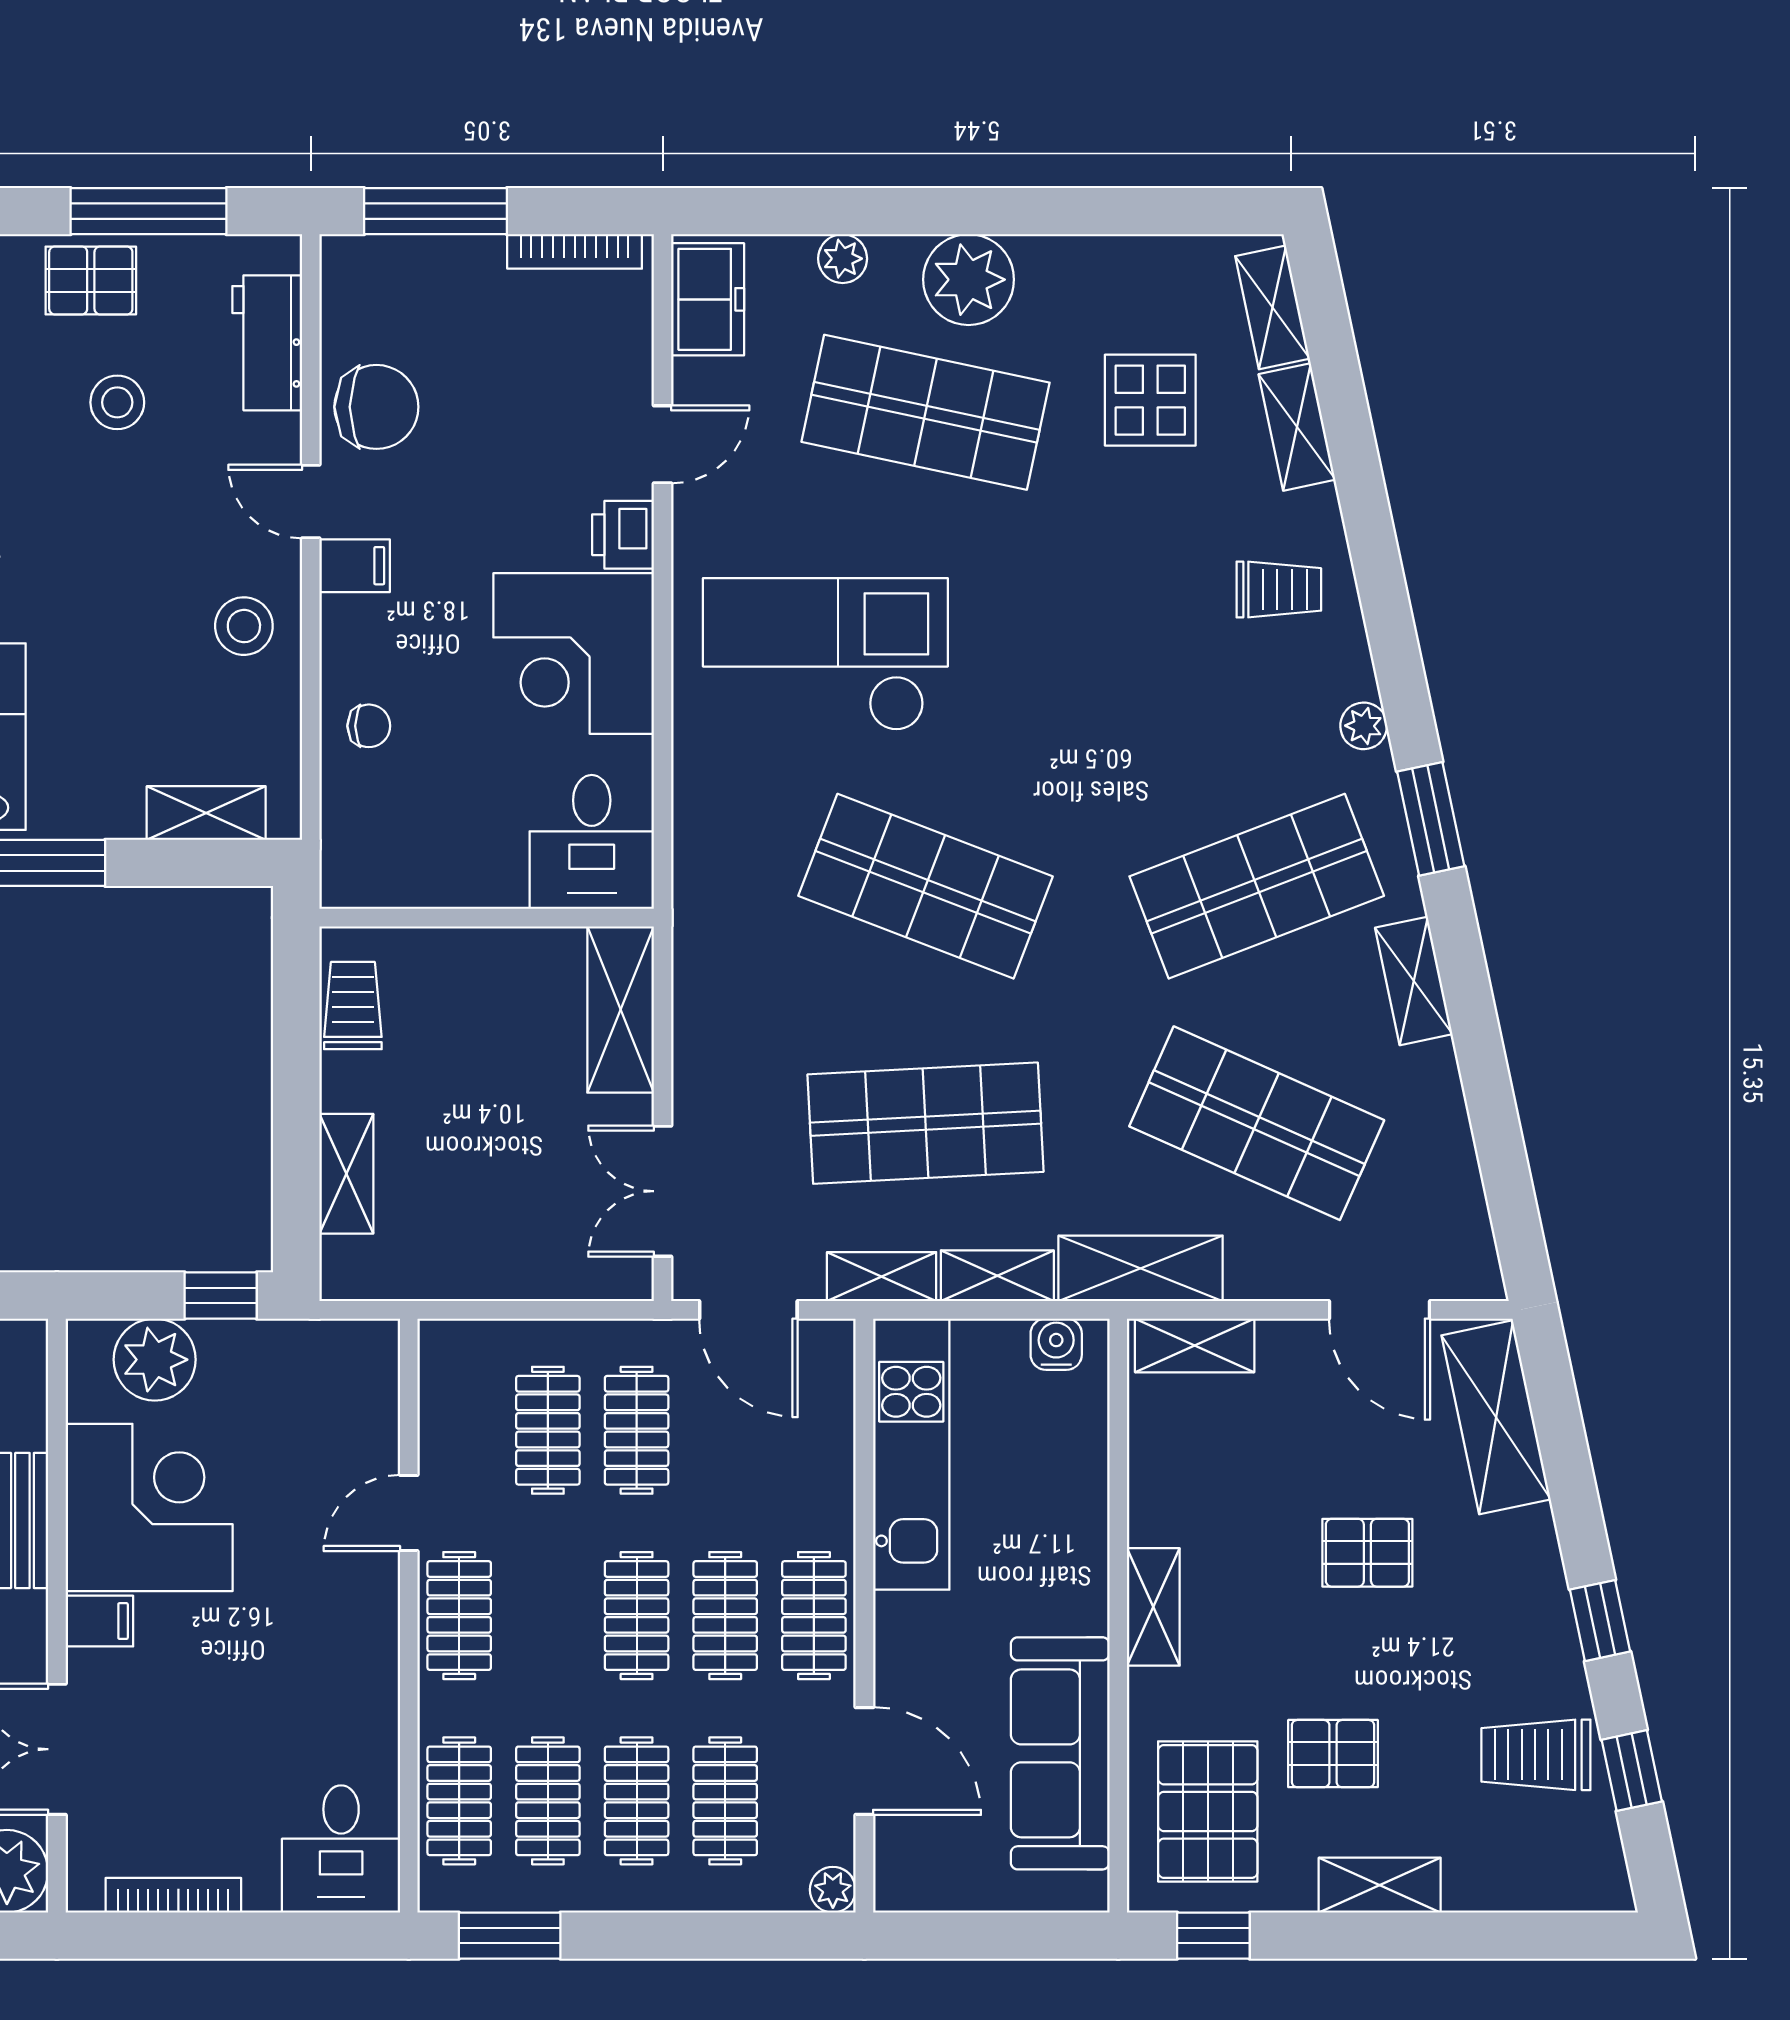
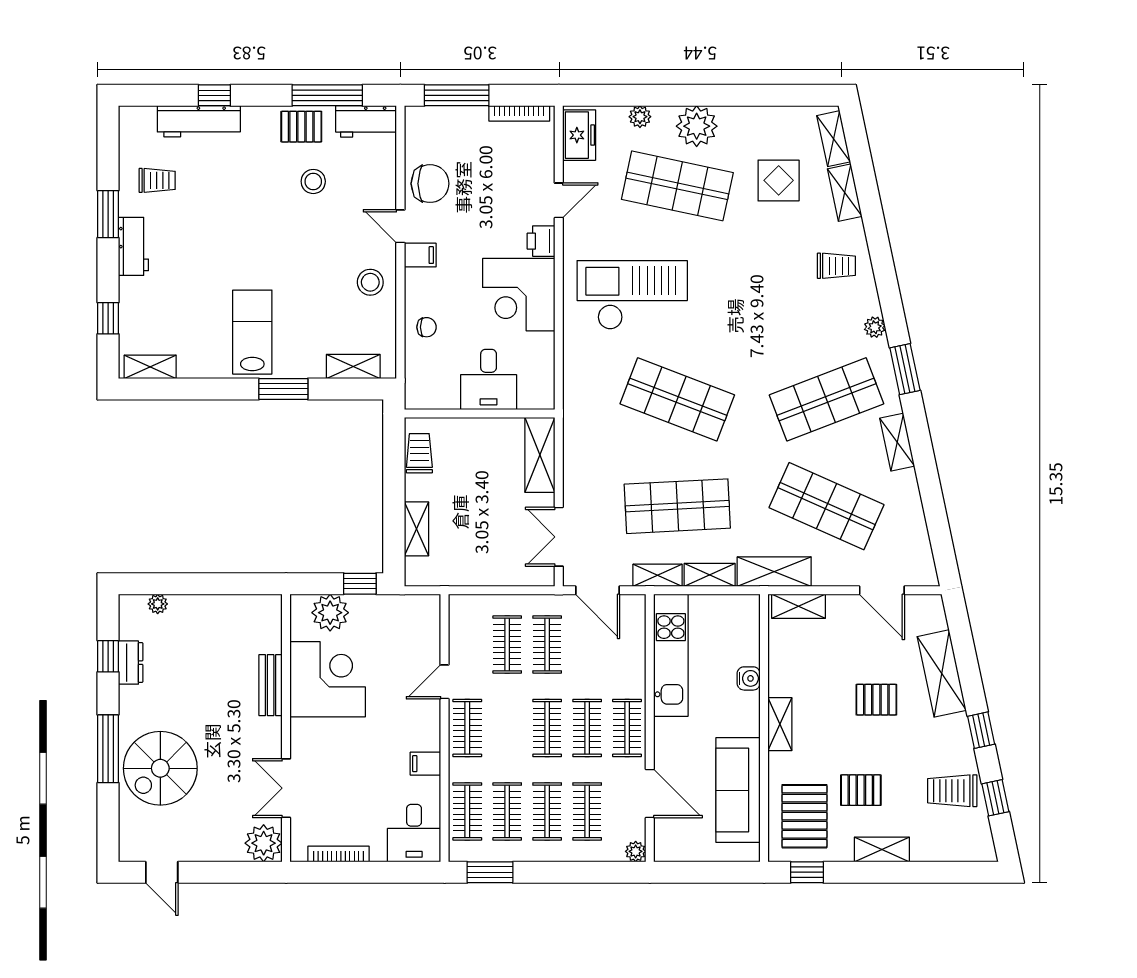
workbench: (267, 343) -> (366, 121), moved, turned -90
desk: (592, 842) -> (489, 380), moved
water cooler: (1056, 1344) -> (749, 678), moved, turned 90
shelving: (1496, 1417) -> (942, 673), moved
filing cabinet: (99, 1621) -> (425, 764), moved, turned 180

